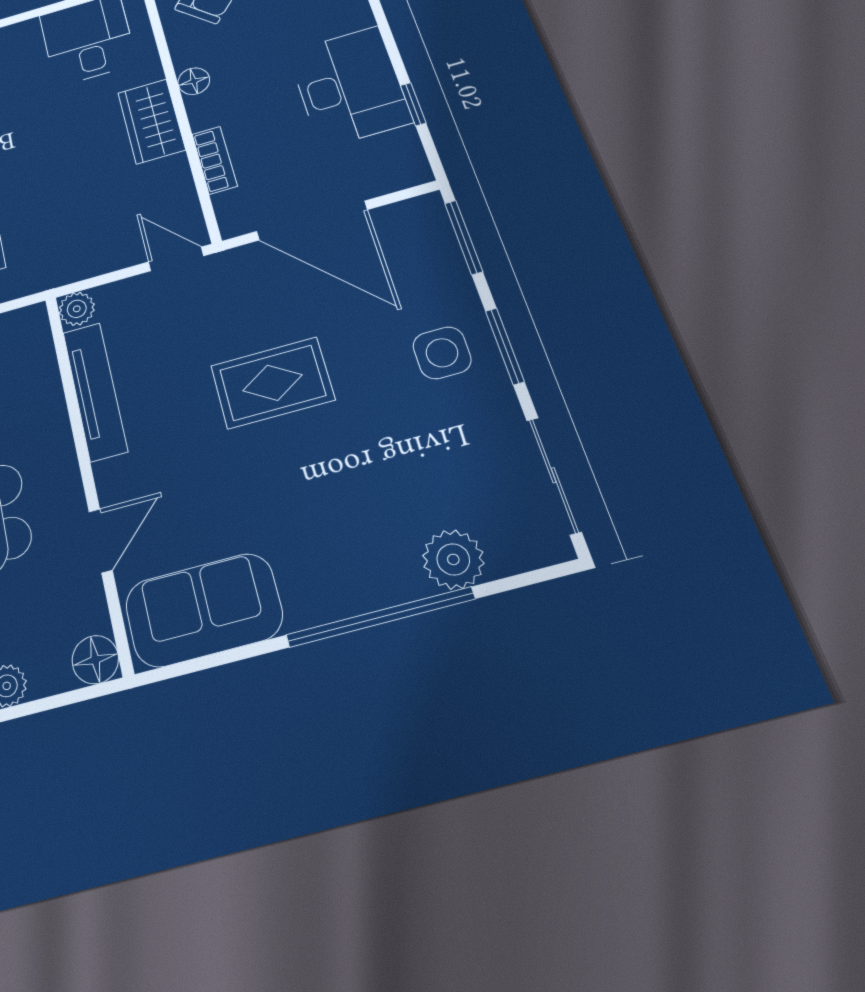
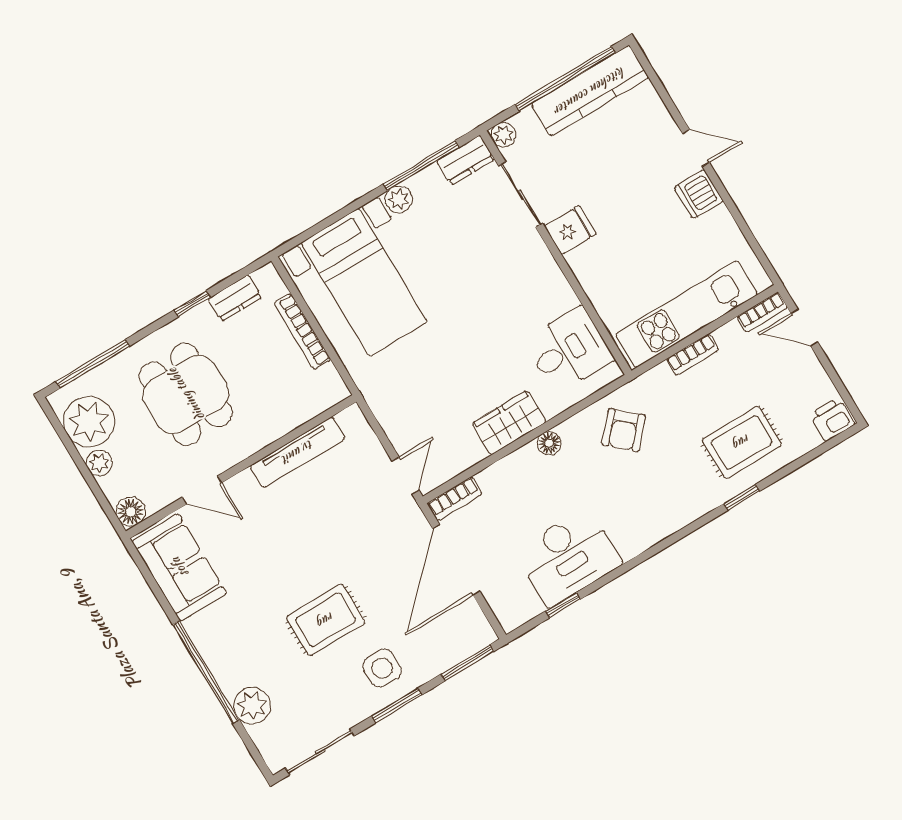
bookcase: (215, 160) -> (455, 499), moved
plant: (77, 309) -> (352, 419), removed
rug: (272, 383) -> (326, 620), moved, turned 90

